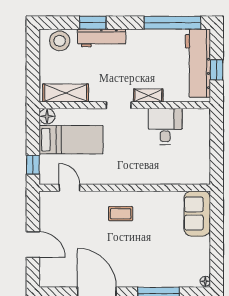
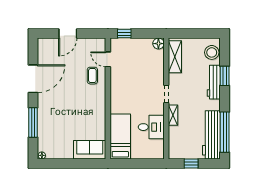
workbench: (198, 63) -> (211, 135), moved, turned -90
bed: (71, 140) -> (120, 136), moved, turned 180
door: (69, 188) -> (108, 59), swing flipped
coffee table: (121, 214) -> (92, 76), moved

